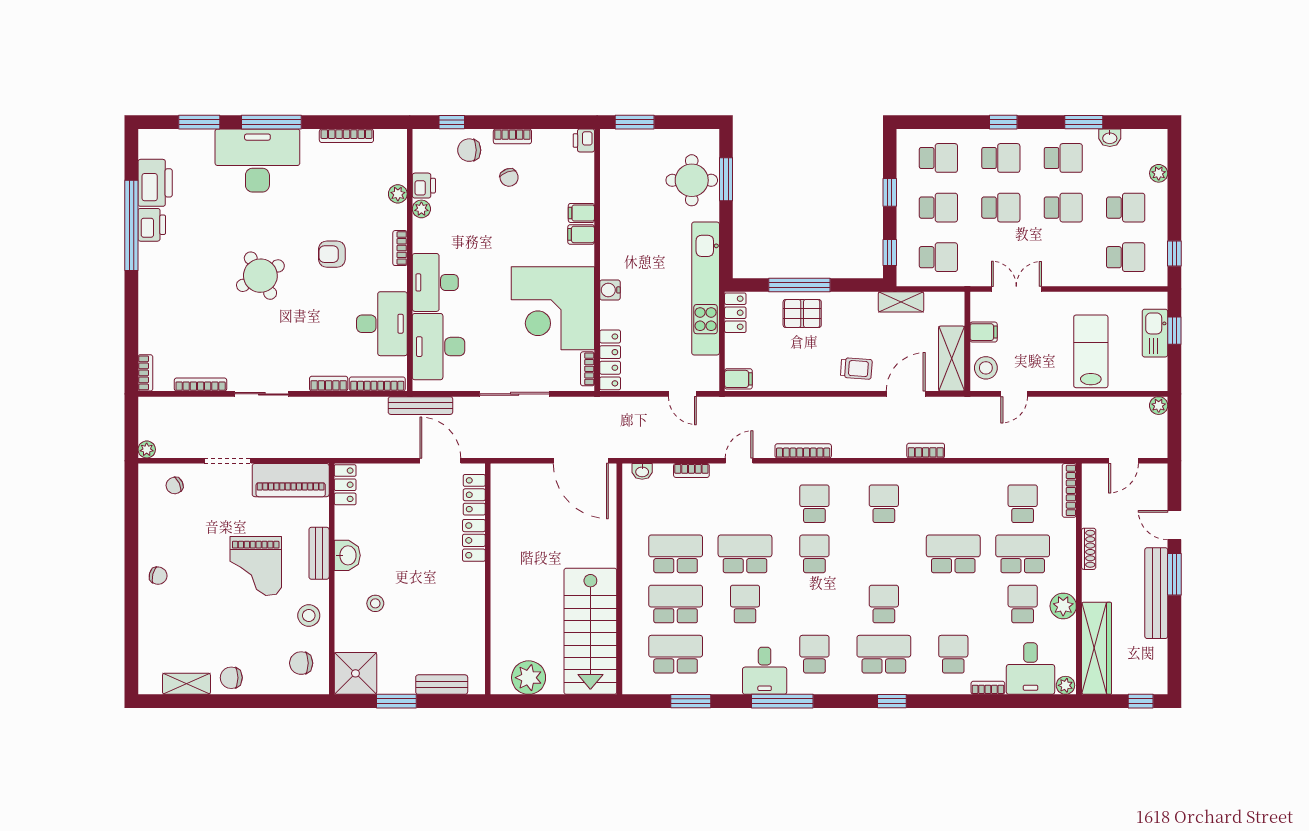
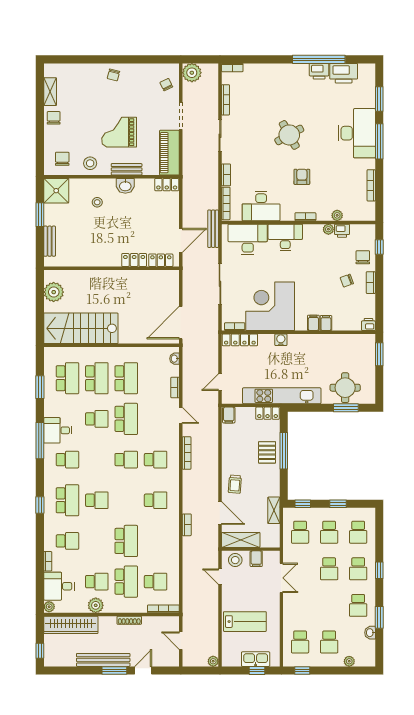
school desk: (1063, 208) -> (329, 605), removed
plant: (147, 449) -> (192, 73), width x1.87, depth x1.87

